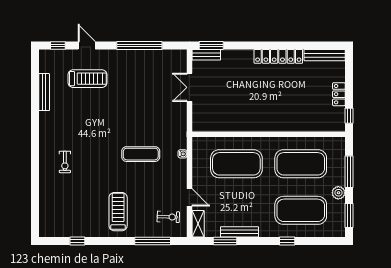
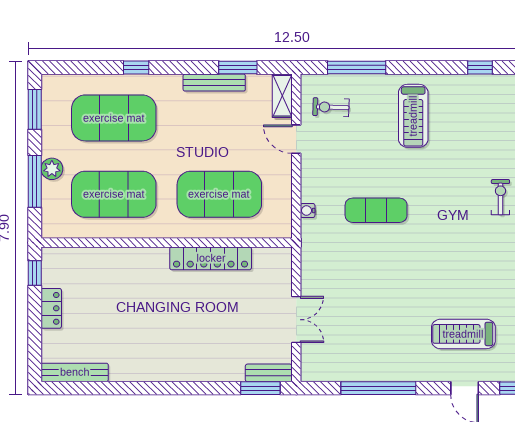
locker: (278, 56) -> (211, 258), moved, turned 180
plant: (338, 193) -> (52, 169), moved

